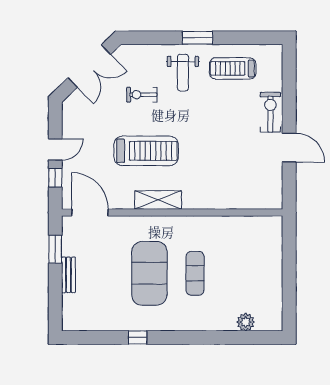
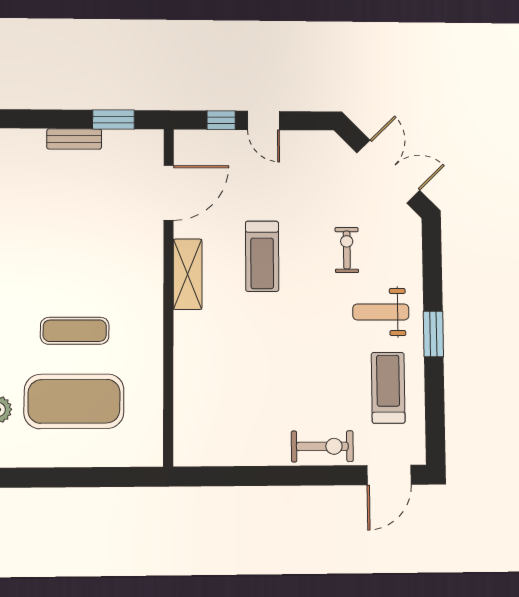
double door: (89, 66) -> (388, 172), swing flipped
door: (289, 148) -> (389, 475), moved
treadmill: (146, 151) -> (262, 256), width x0.73, depth x0.73
door: (90, 212) -> (169, 193), moved
exercise mat: (149, 273) -> (74, 401), moved

